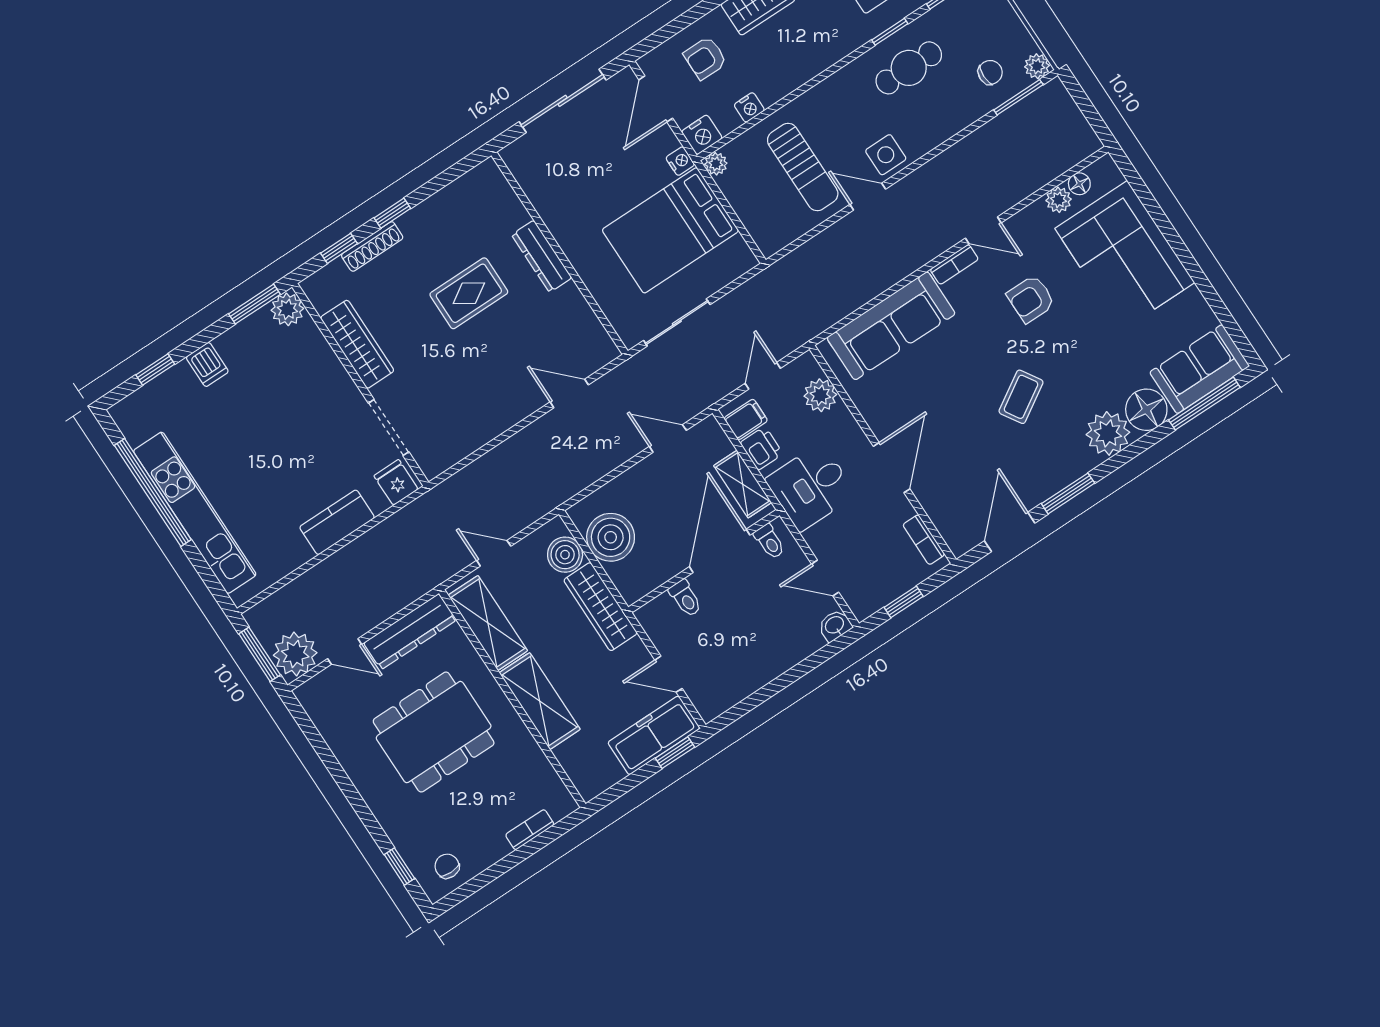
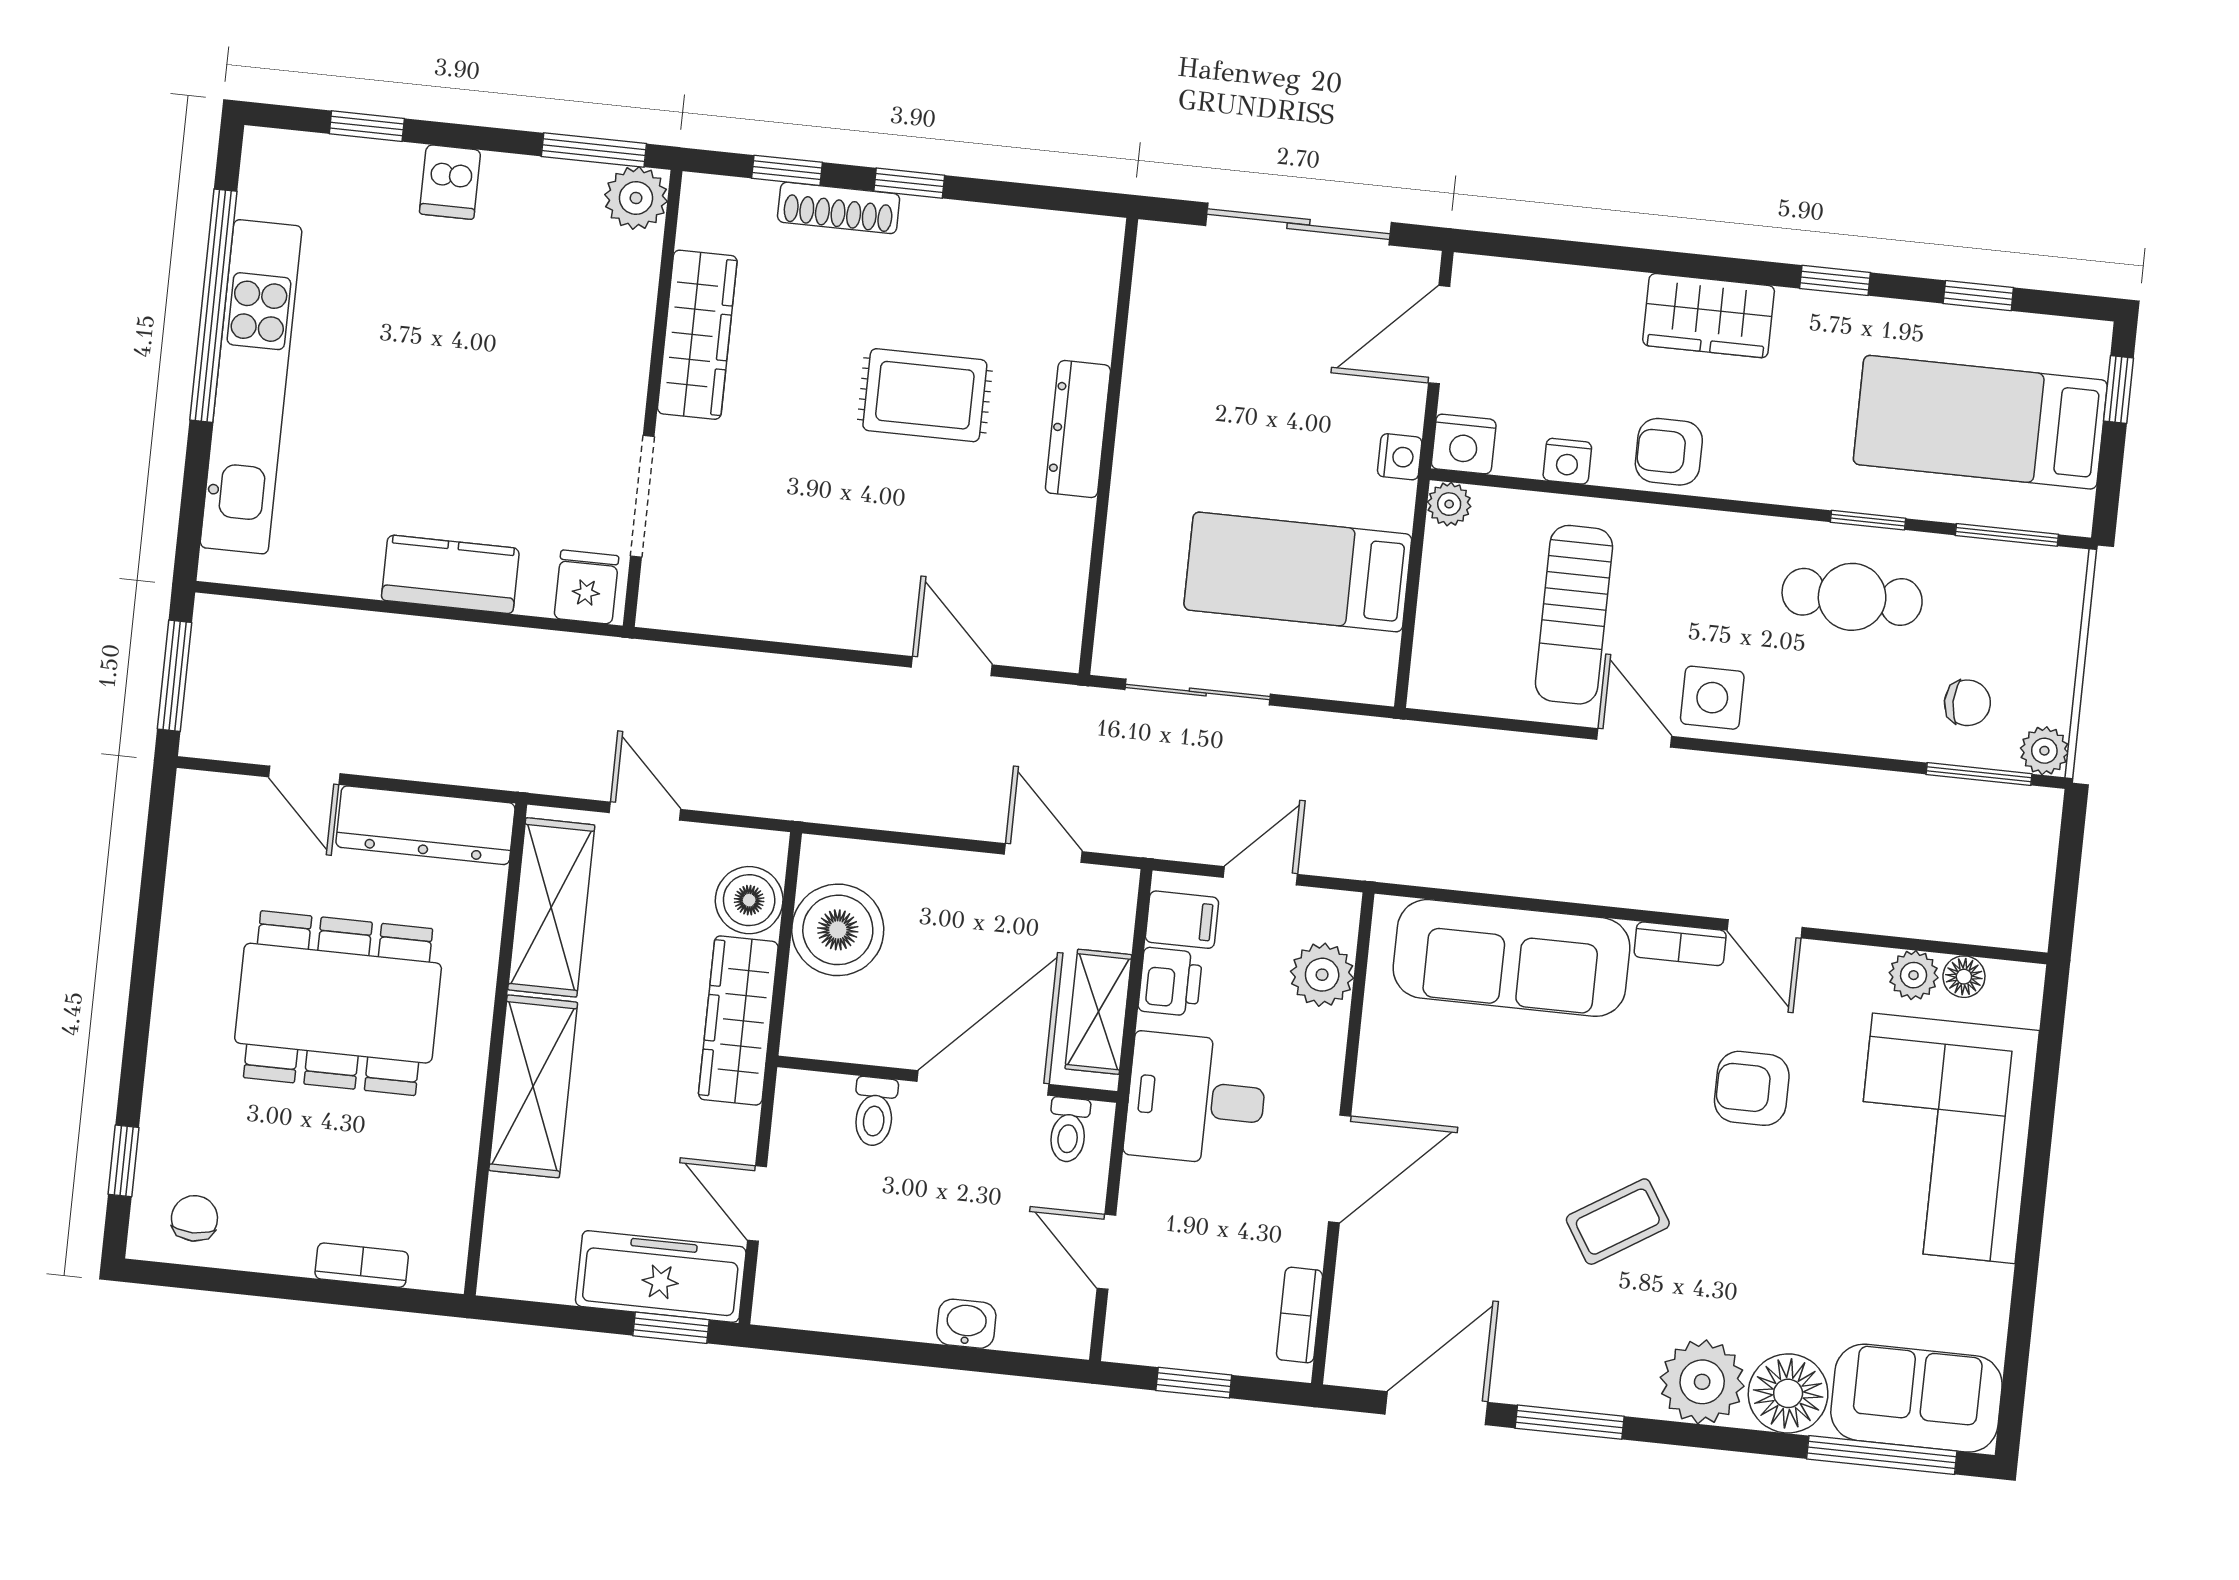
armchair: (705, 58) -> (1669, 452), moved
bed: (670, 230) -> (1298, 572), width x0.67
washbasin: (835, 625) -> (966, 1324), moved
plant: (295, 654) -> (228, 719), removed

